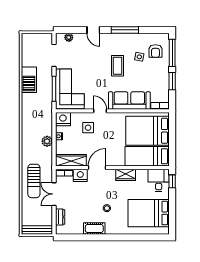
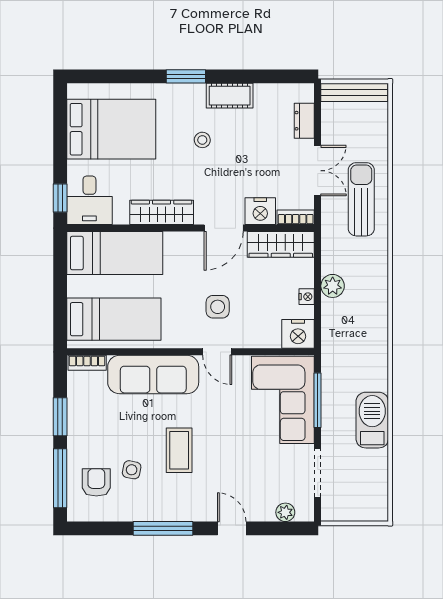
side table: (88, 128) -> (218, 307), moved
bed: (147, 131) -> (114, 319), width x0.67
wardrobe: (126, 175) -> (162, 212), width x1.50
window: (114, 237) -> (186, 76), added

